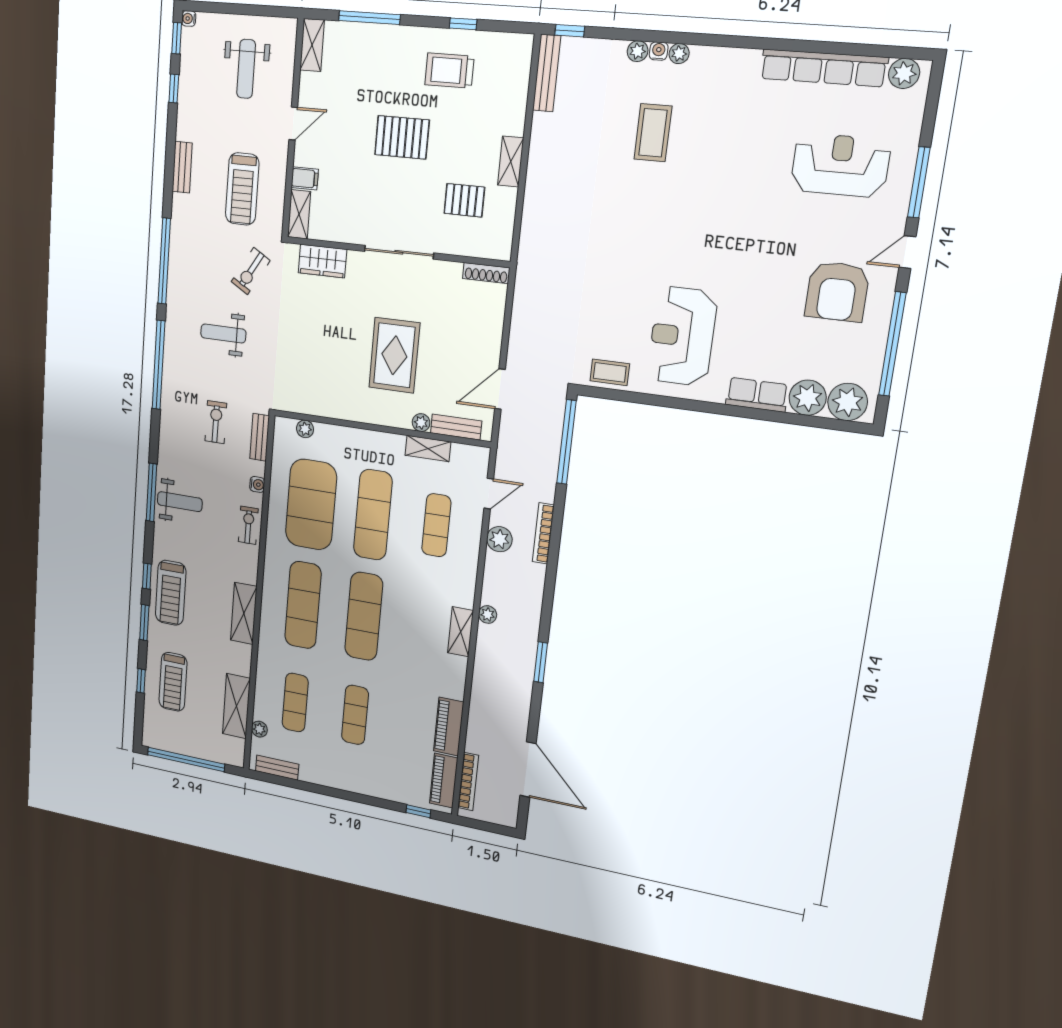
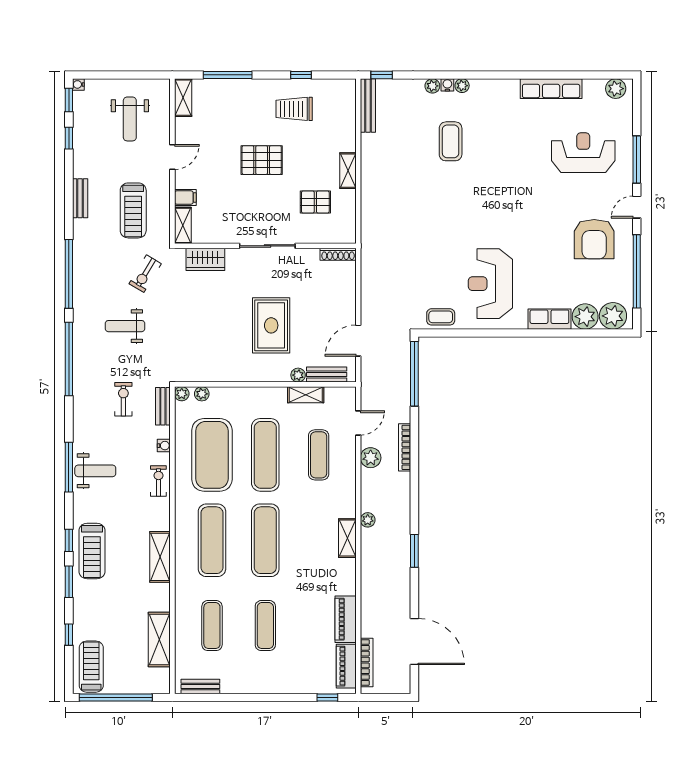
row of seats: (823, 68) -> (551, 89), width x0.73
treadmill: (173, 682) -> (91, 667), moved, turned 180
plant: (259, 729) -> (182, 394), moved

